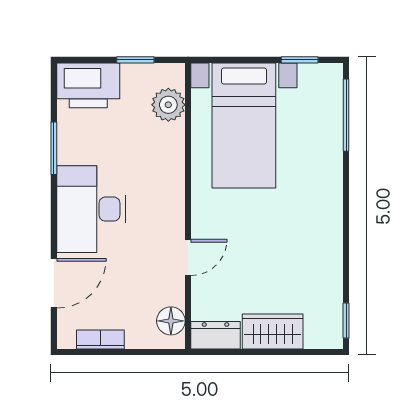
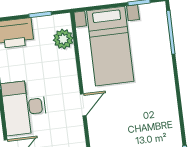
door: (188, 257) -> (83, 105), moved

